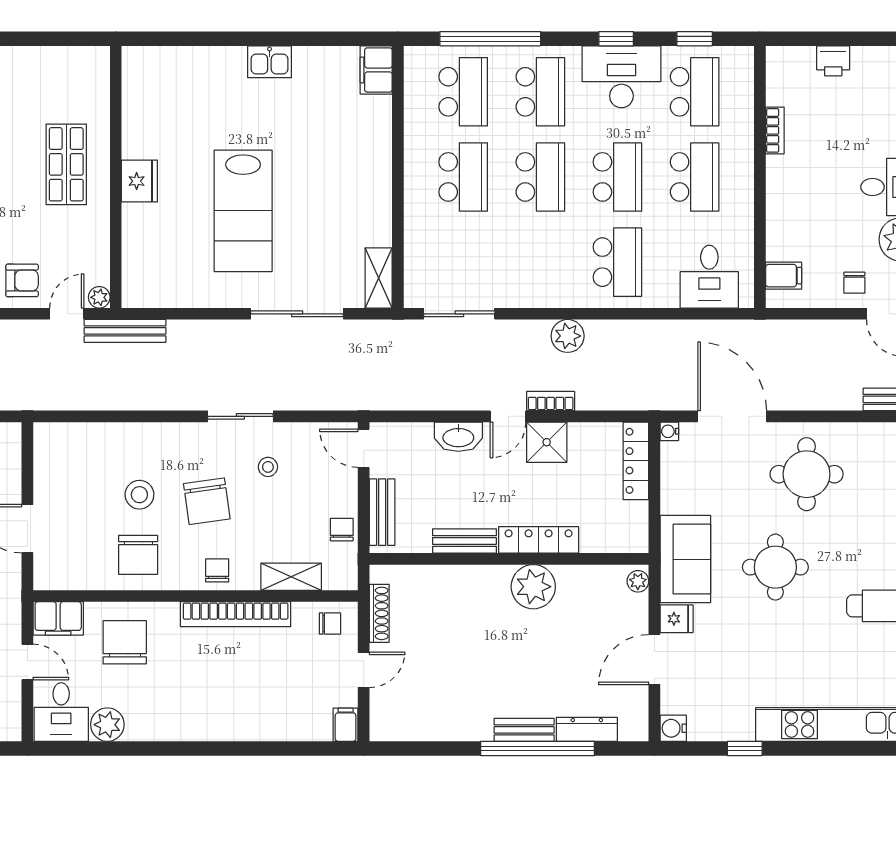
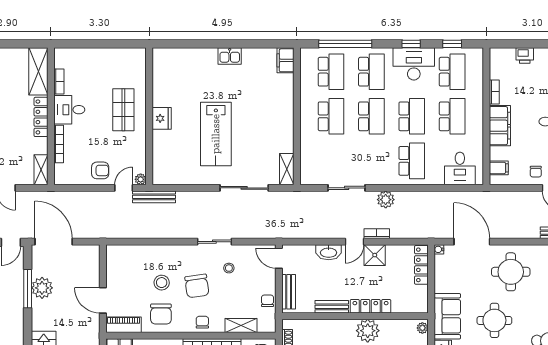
filing cabinet: (786, 195) -> (500, 126), added
sliding door: (459, 314) -> (347, 188), moved
piano: (67, 575) -> (124, 325), added

